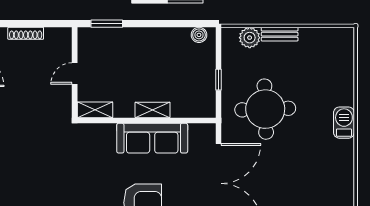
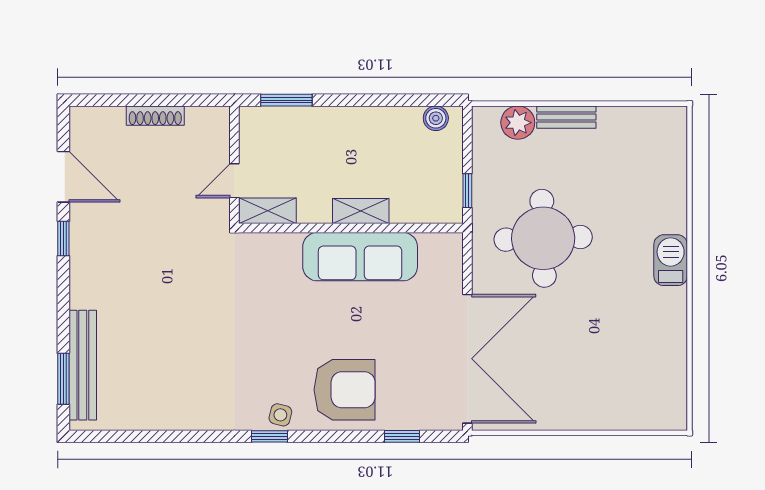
shelving: (95, 110) -> (268, 211), moved
shelving: (153, 110) -> (361, 211), moved
wall: (147, 120) -> (351, 228), moved
sofa: (152, 138) -> (360, 257), moved

